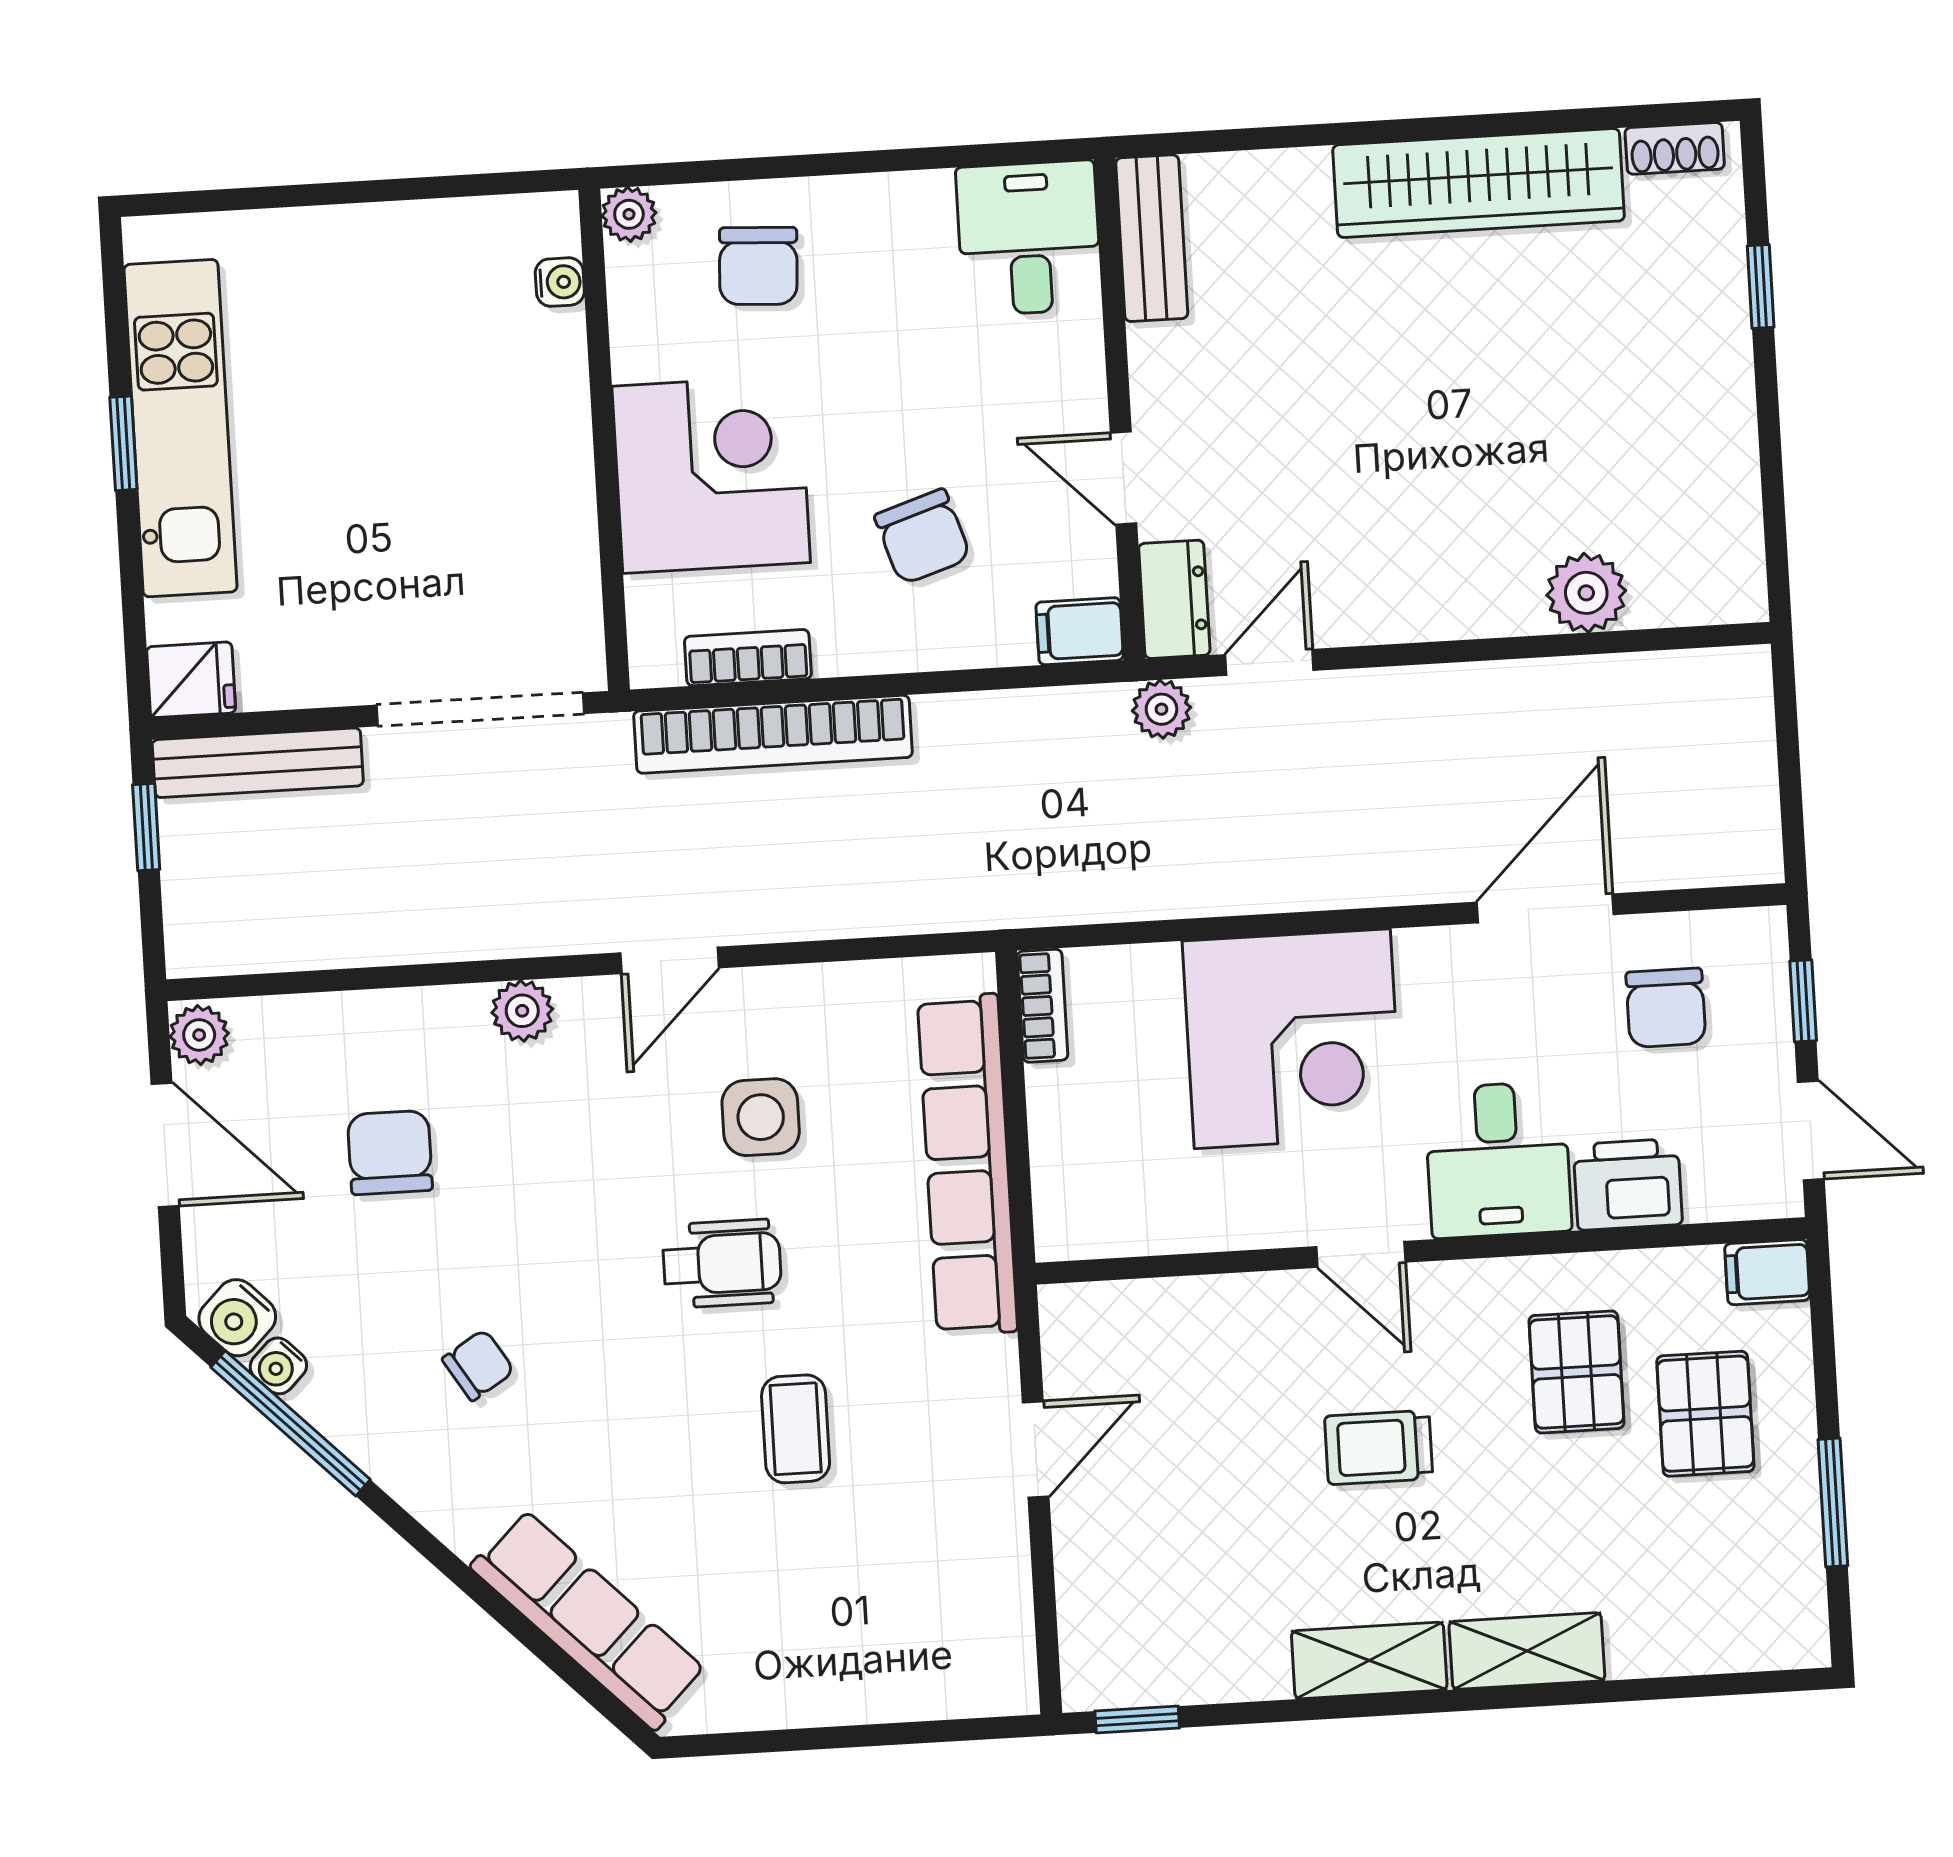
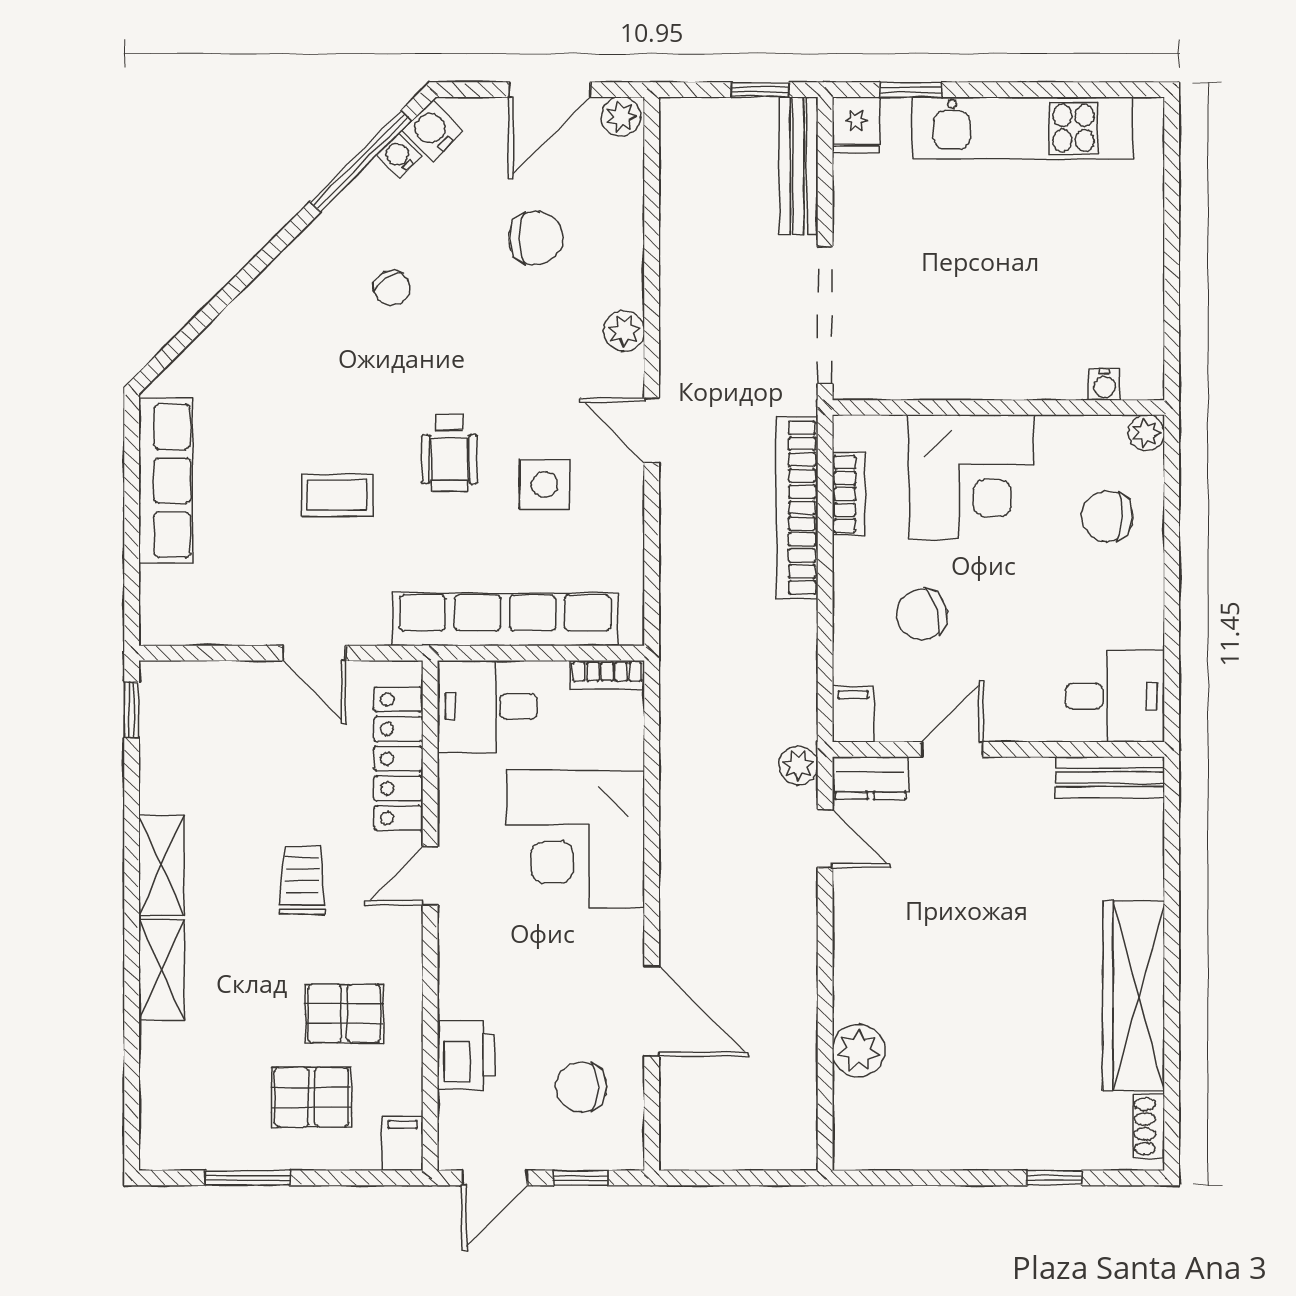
window: (123, 443) -> (911, 90), moved
desk: (1498, 1160) -> (487, 707), moved
locker: (1187, 1313) -> (398, 759), added
row of seats: (589, 1619) -> (166, 481), moved, turned -45

